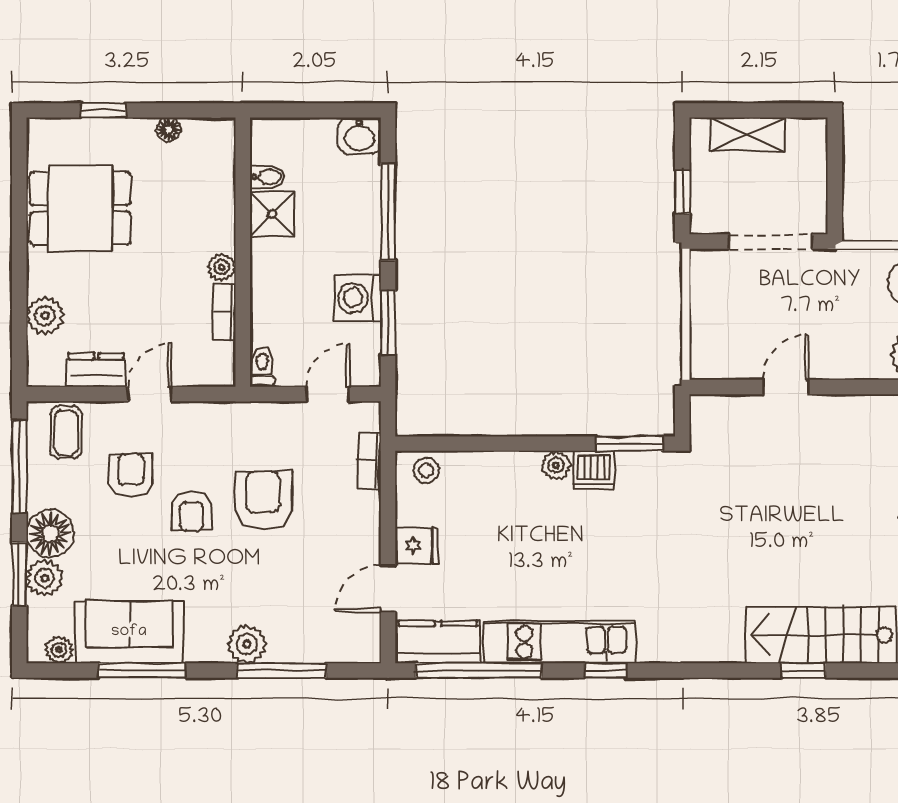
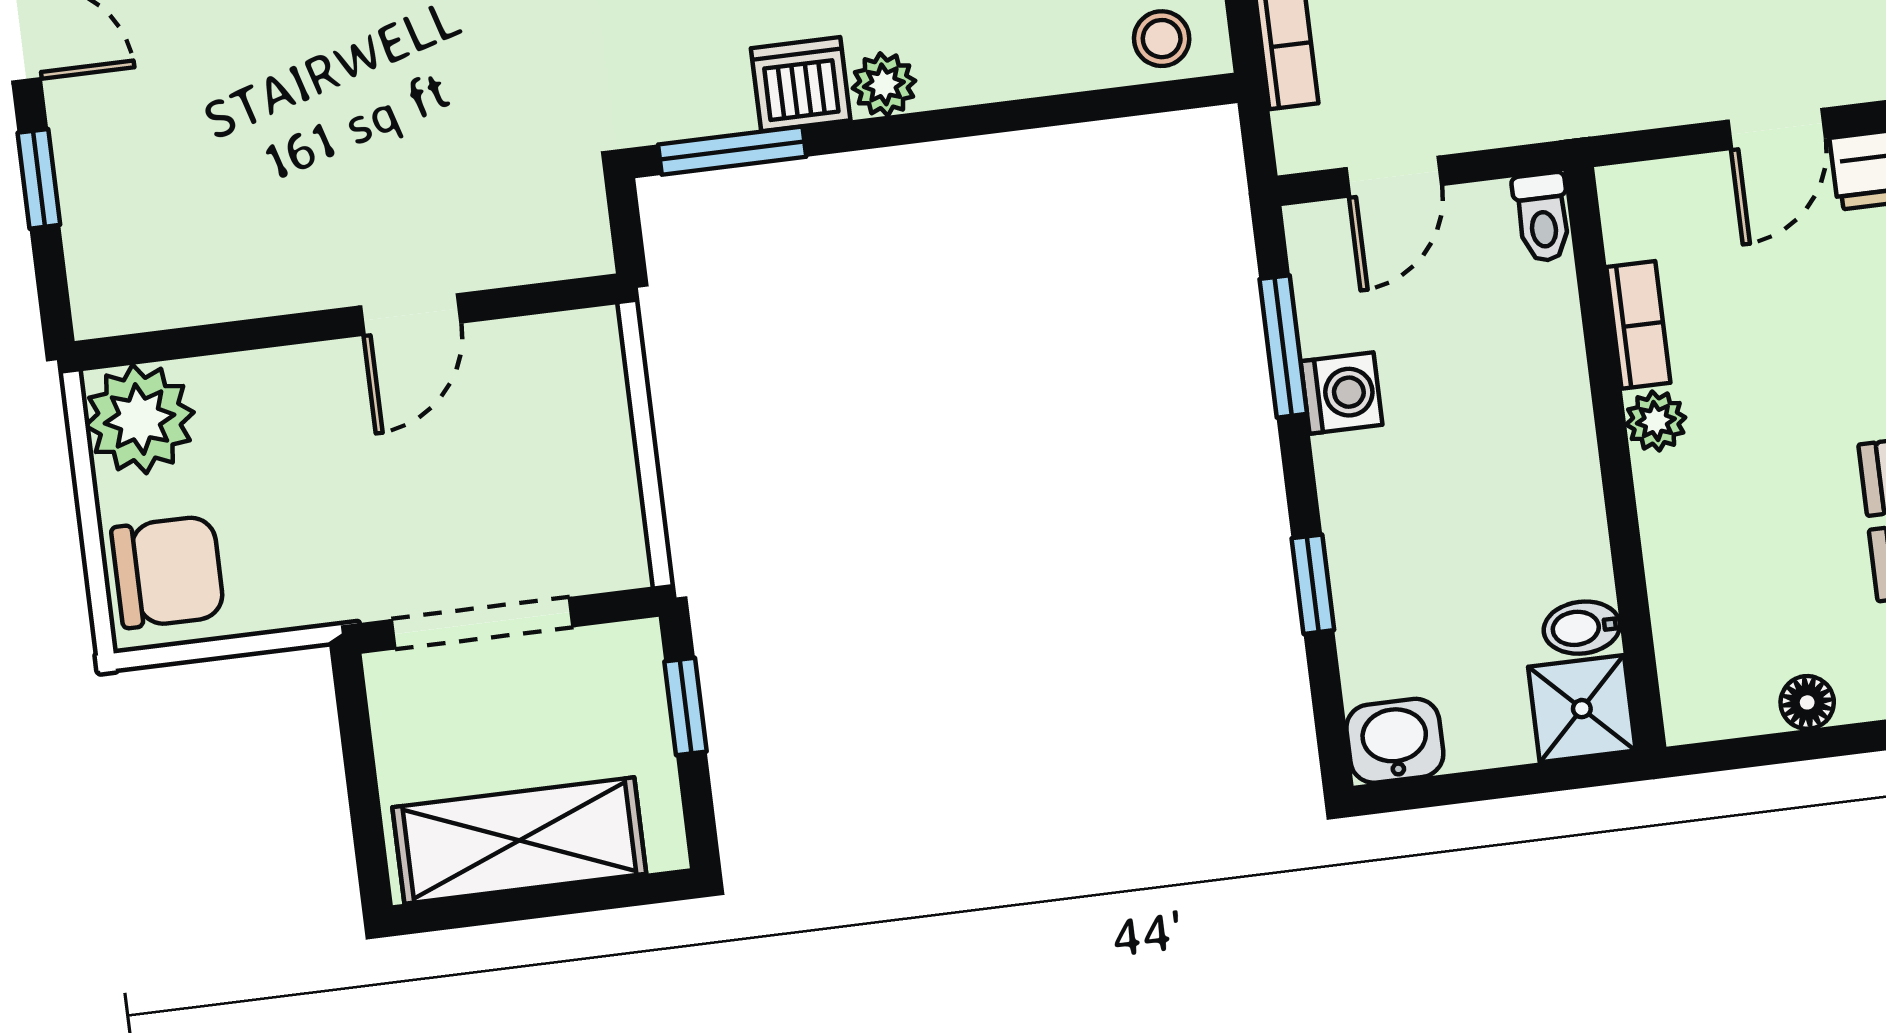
shelving: (747, 134) -> (519, 840), width x1.50, depth x1.33
window: (388, 212) -> (1313, 584), width x0.46
shower: (272, 214) -> (1582, 709), moved
washing machine: (358, 298) -> (1342, 393), width x0.73, depth x0.73

